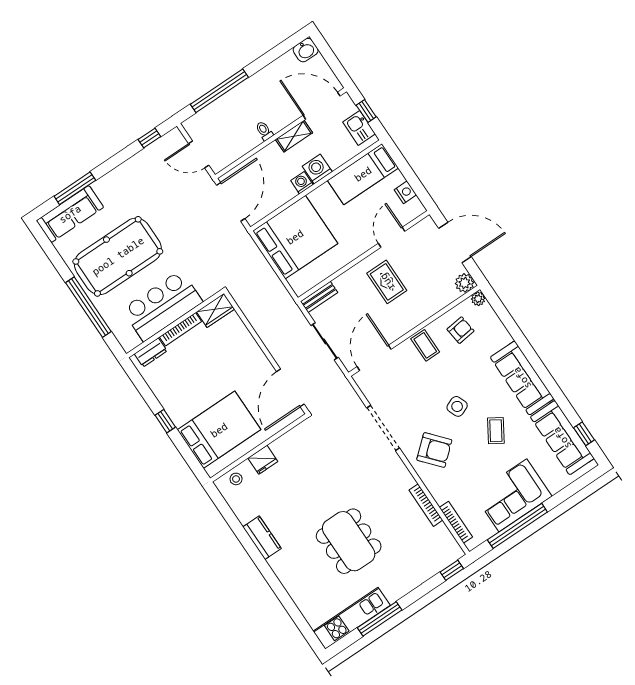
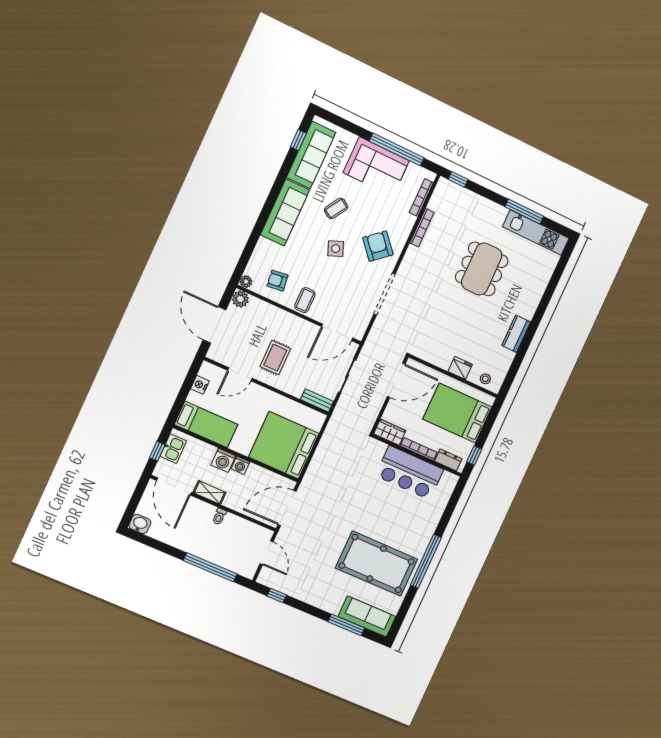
bar counter: (162, 306) -> (410, 473), moved
wardrobe: (216, 310) -> (390, 432), moved
wall: (175, 324) -> (417, 455), moved
bookcase: (180, 329) -> (419, 449), moved
dresser: (151, 352) -> (448, 460), moved

